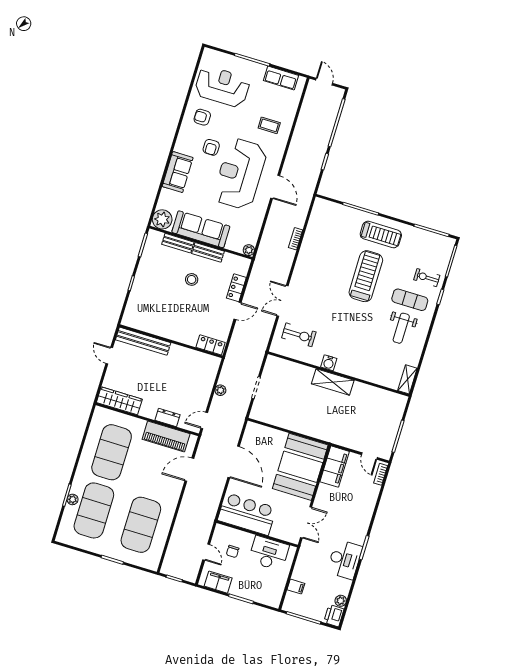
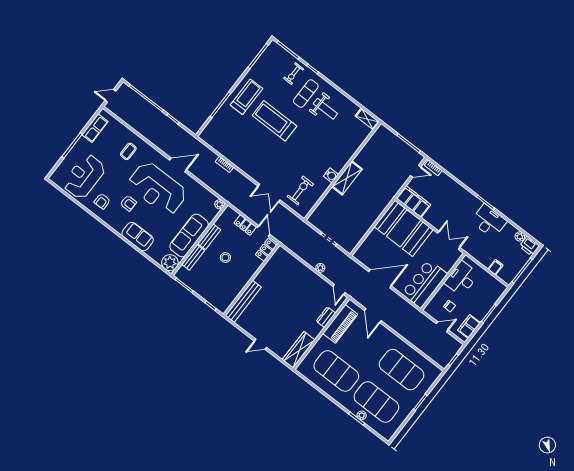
bench: (143, 341) -> (243, 301), moved
wall: (171, 341) -> (252, 280), moved
locker: (211, 345) -> (266, 250), moved

